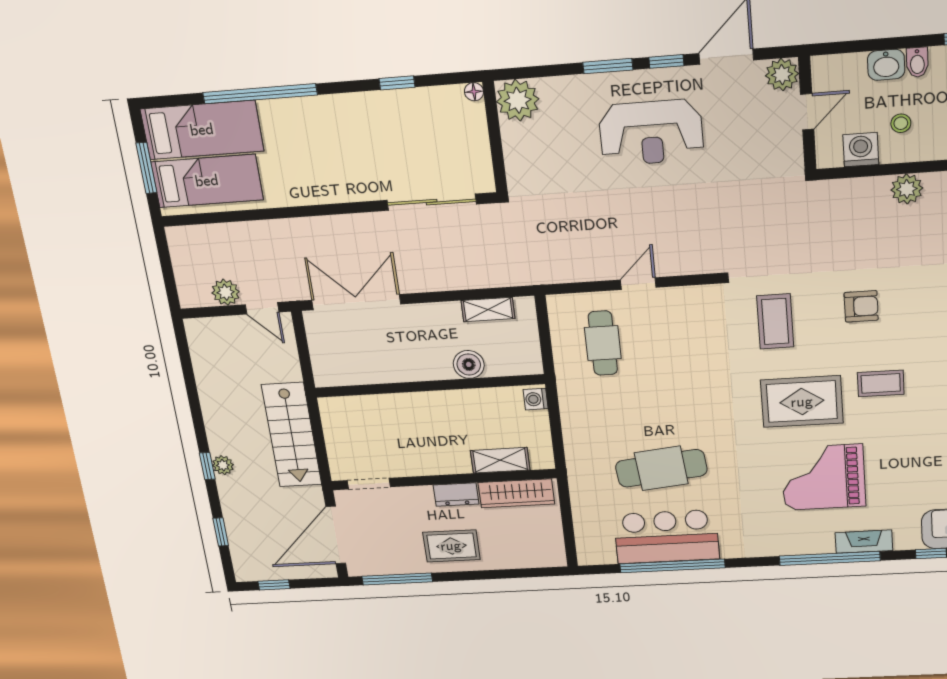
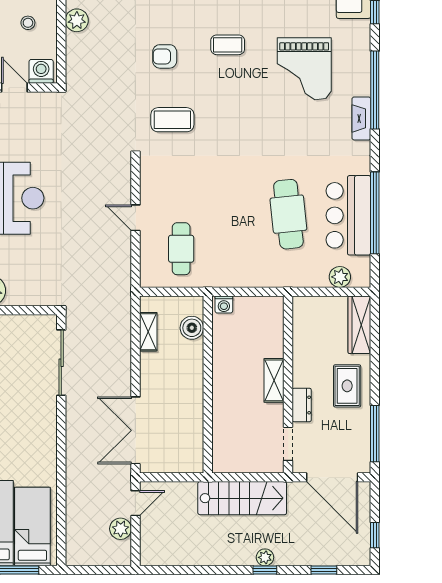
washing machine: (861, 150) -> (41, 71), moved, turned 90
armchair: (861, 306) -> (165, 56), turned -90
cafe table: (603, 343) -> (181, 249), turned 90
boiler: (469, 364) -> (192, 328), moved
coffee table: (881, 383) -> (228, 45), turned 90
rug: (802, 402) -> (239, 104), removed
shelving: (500, 460) -> (274, 380), moved
grand piano: (823, 477) -> (304, 69), moved
wardrobe: (516, 493) -> (359, 325), moved, turned 180
dresser: (456, 495) -> (302, 405), moved
plant: (587, 531) -> (340, 277), added
fireplace: (864, 542) -> (361, 118), moved

